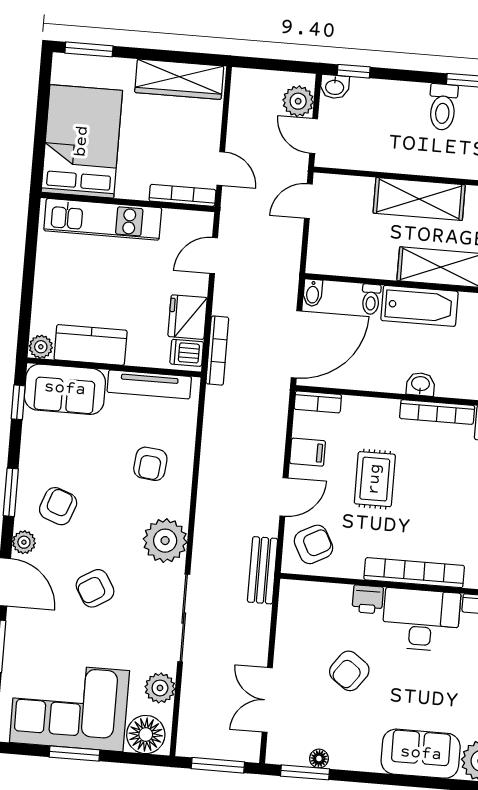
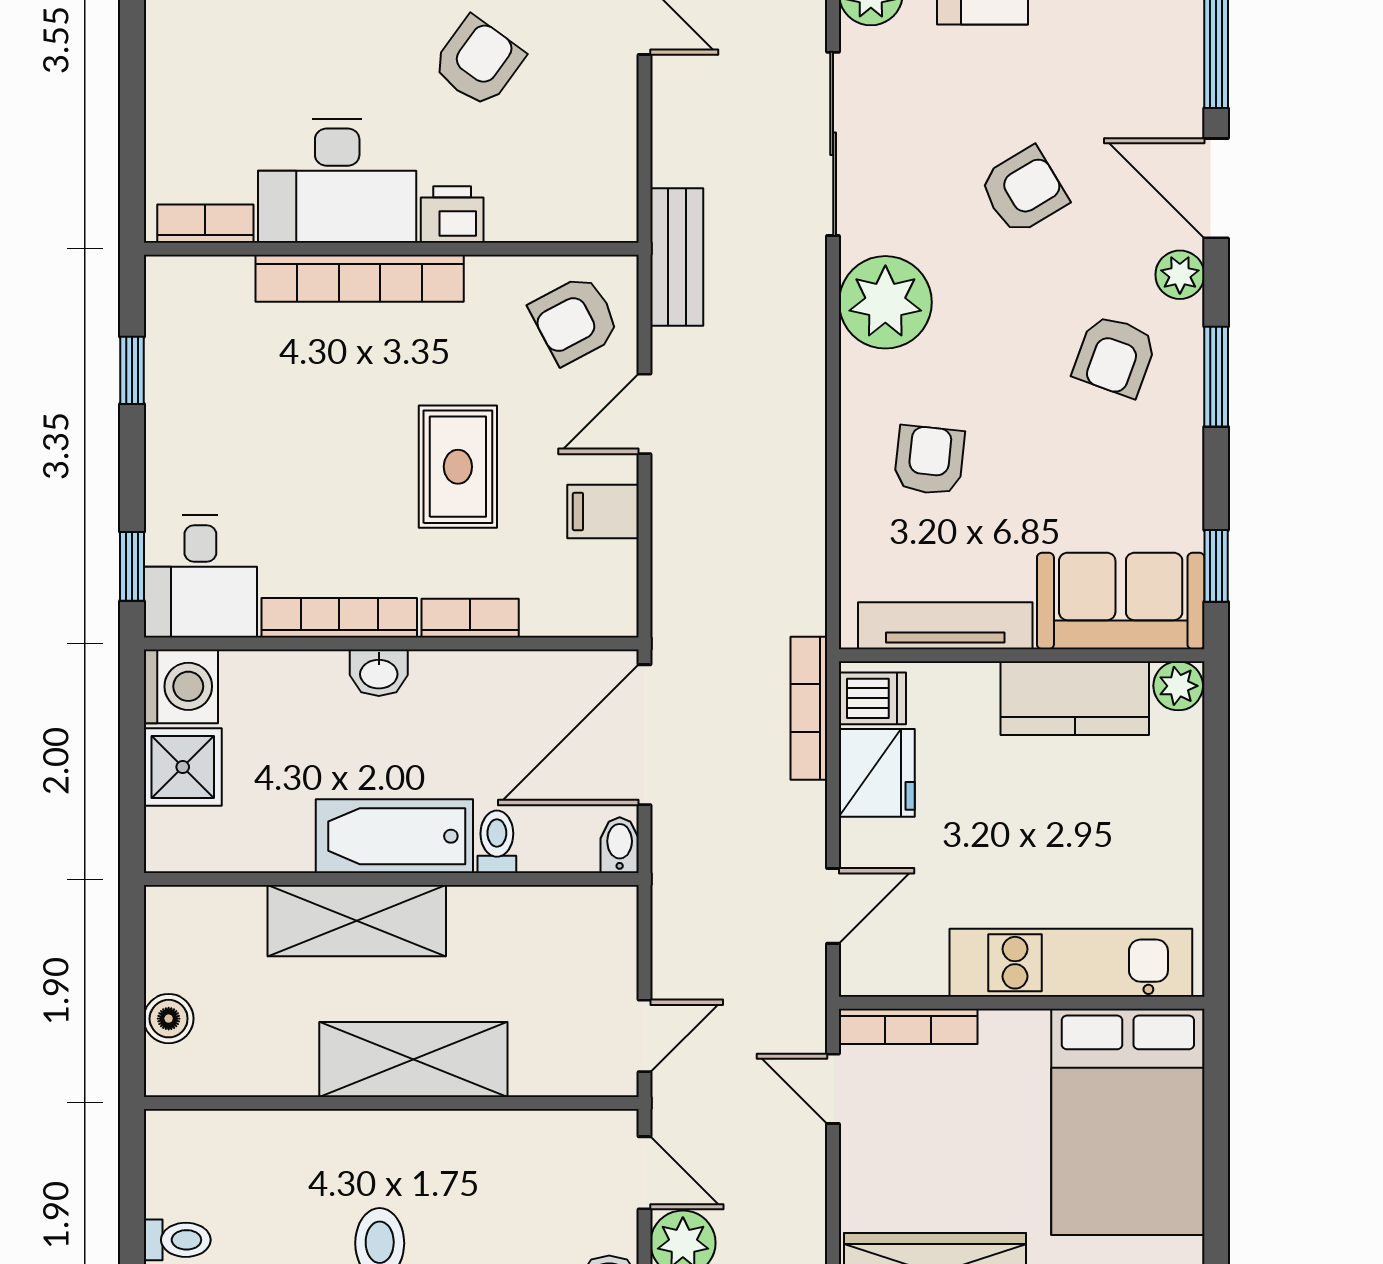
bookcase: (318, 402) -> (470, 618), moved

